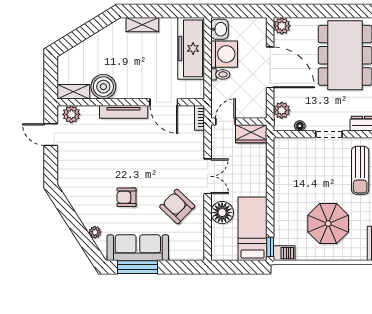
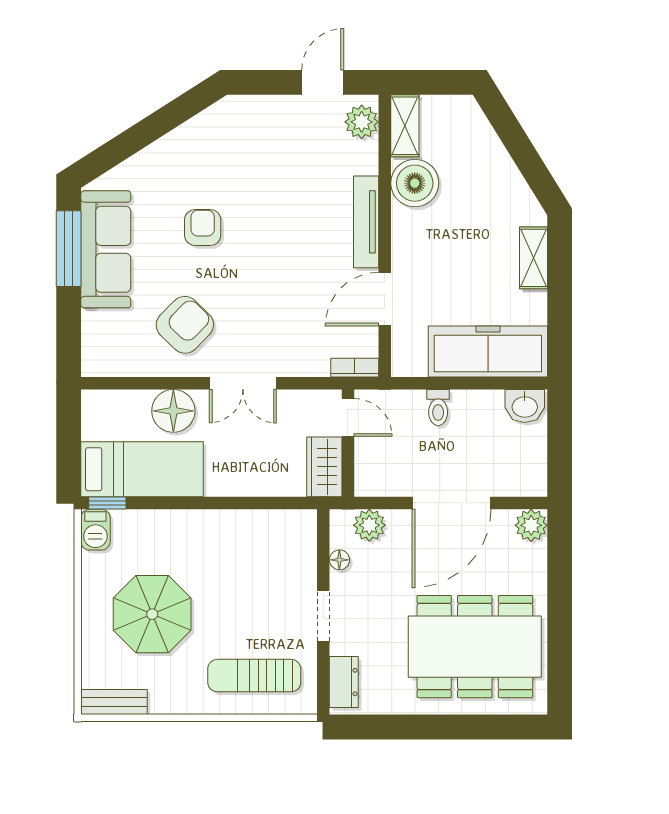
washing machine: (224, 54) -> (477, 415), removed
plant: (95, 232) -> (136, 167), removed

